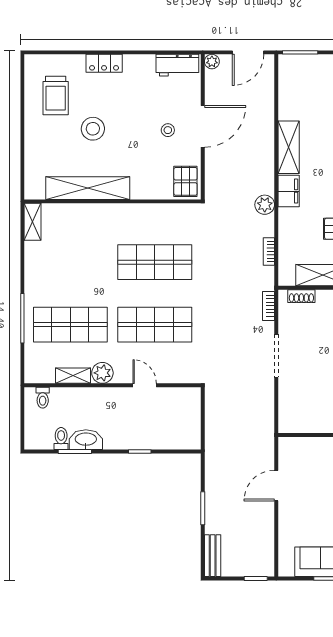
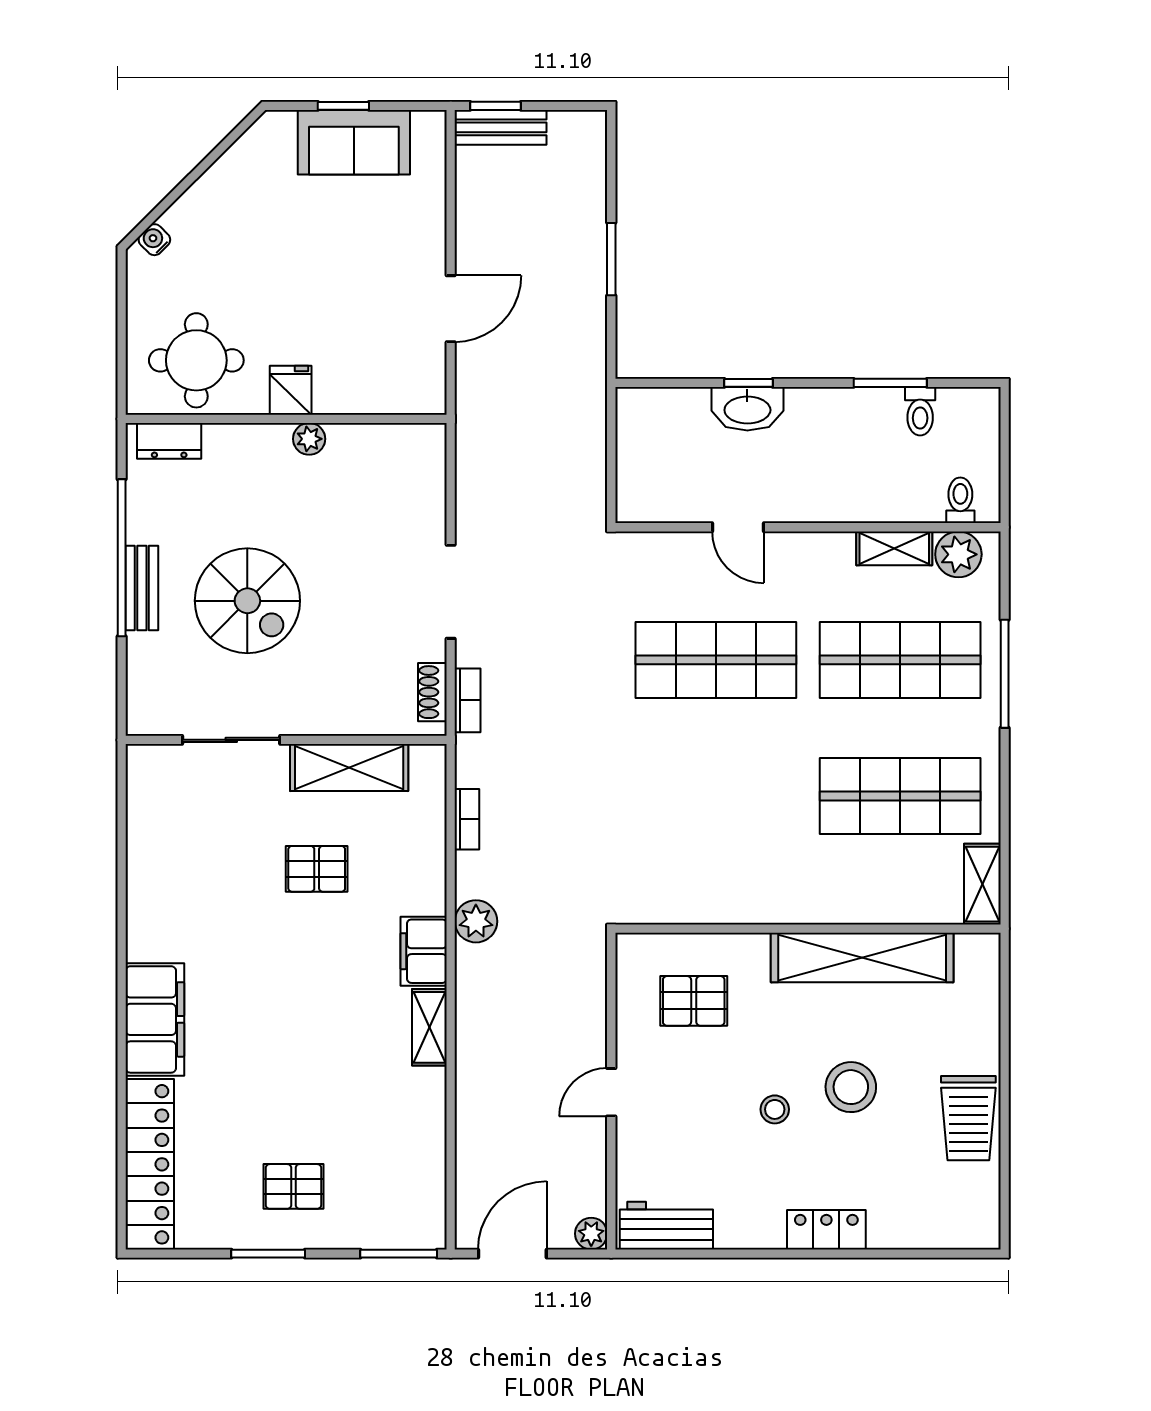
trolley: (56, 95) -> (968, 1118), moved, turned 180
door: (203, 126) -> (611, 1092), width x0.53
stool: (168, 130) -> (775, 1109), moved
shelving: (289, 147) -> (429, 1027), width x0.67, depth x0.75
pallet: (185, 181) -> (694, 1001), moved, turned 90
shop shelf: (155, 262) -> (900, 796), moved
shoe rack: (301, 296) -> (432, 692), moved, turned -90
plant: (102, 373) -> (958, 554), moved
washbasin: (86, 440) -> (747, 409), moved
bench: (213, 556) -> (501, 127), moved, turned 90

